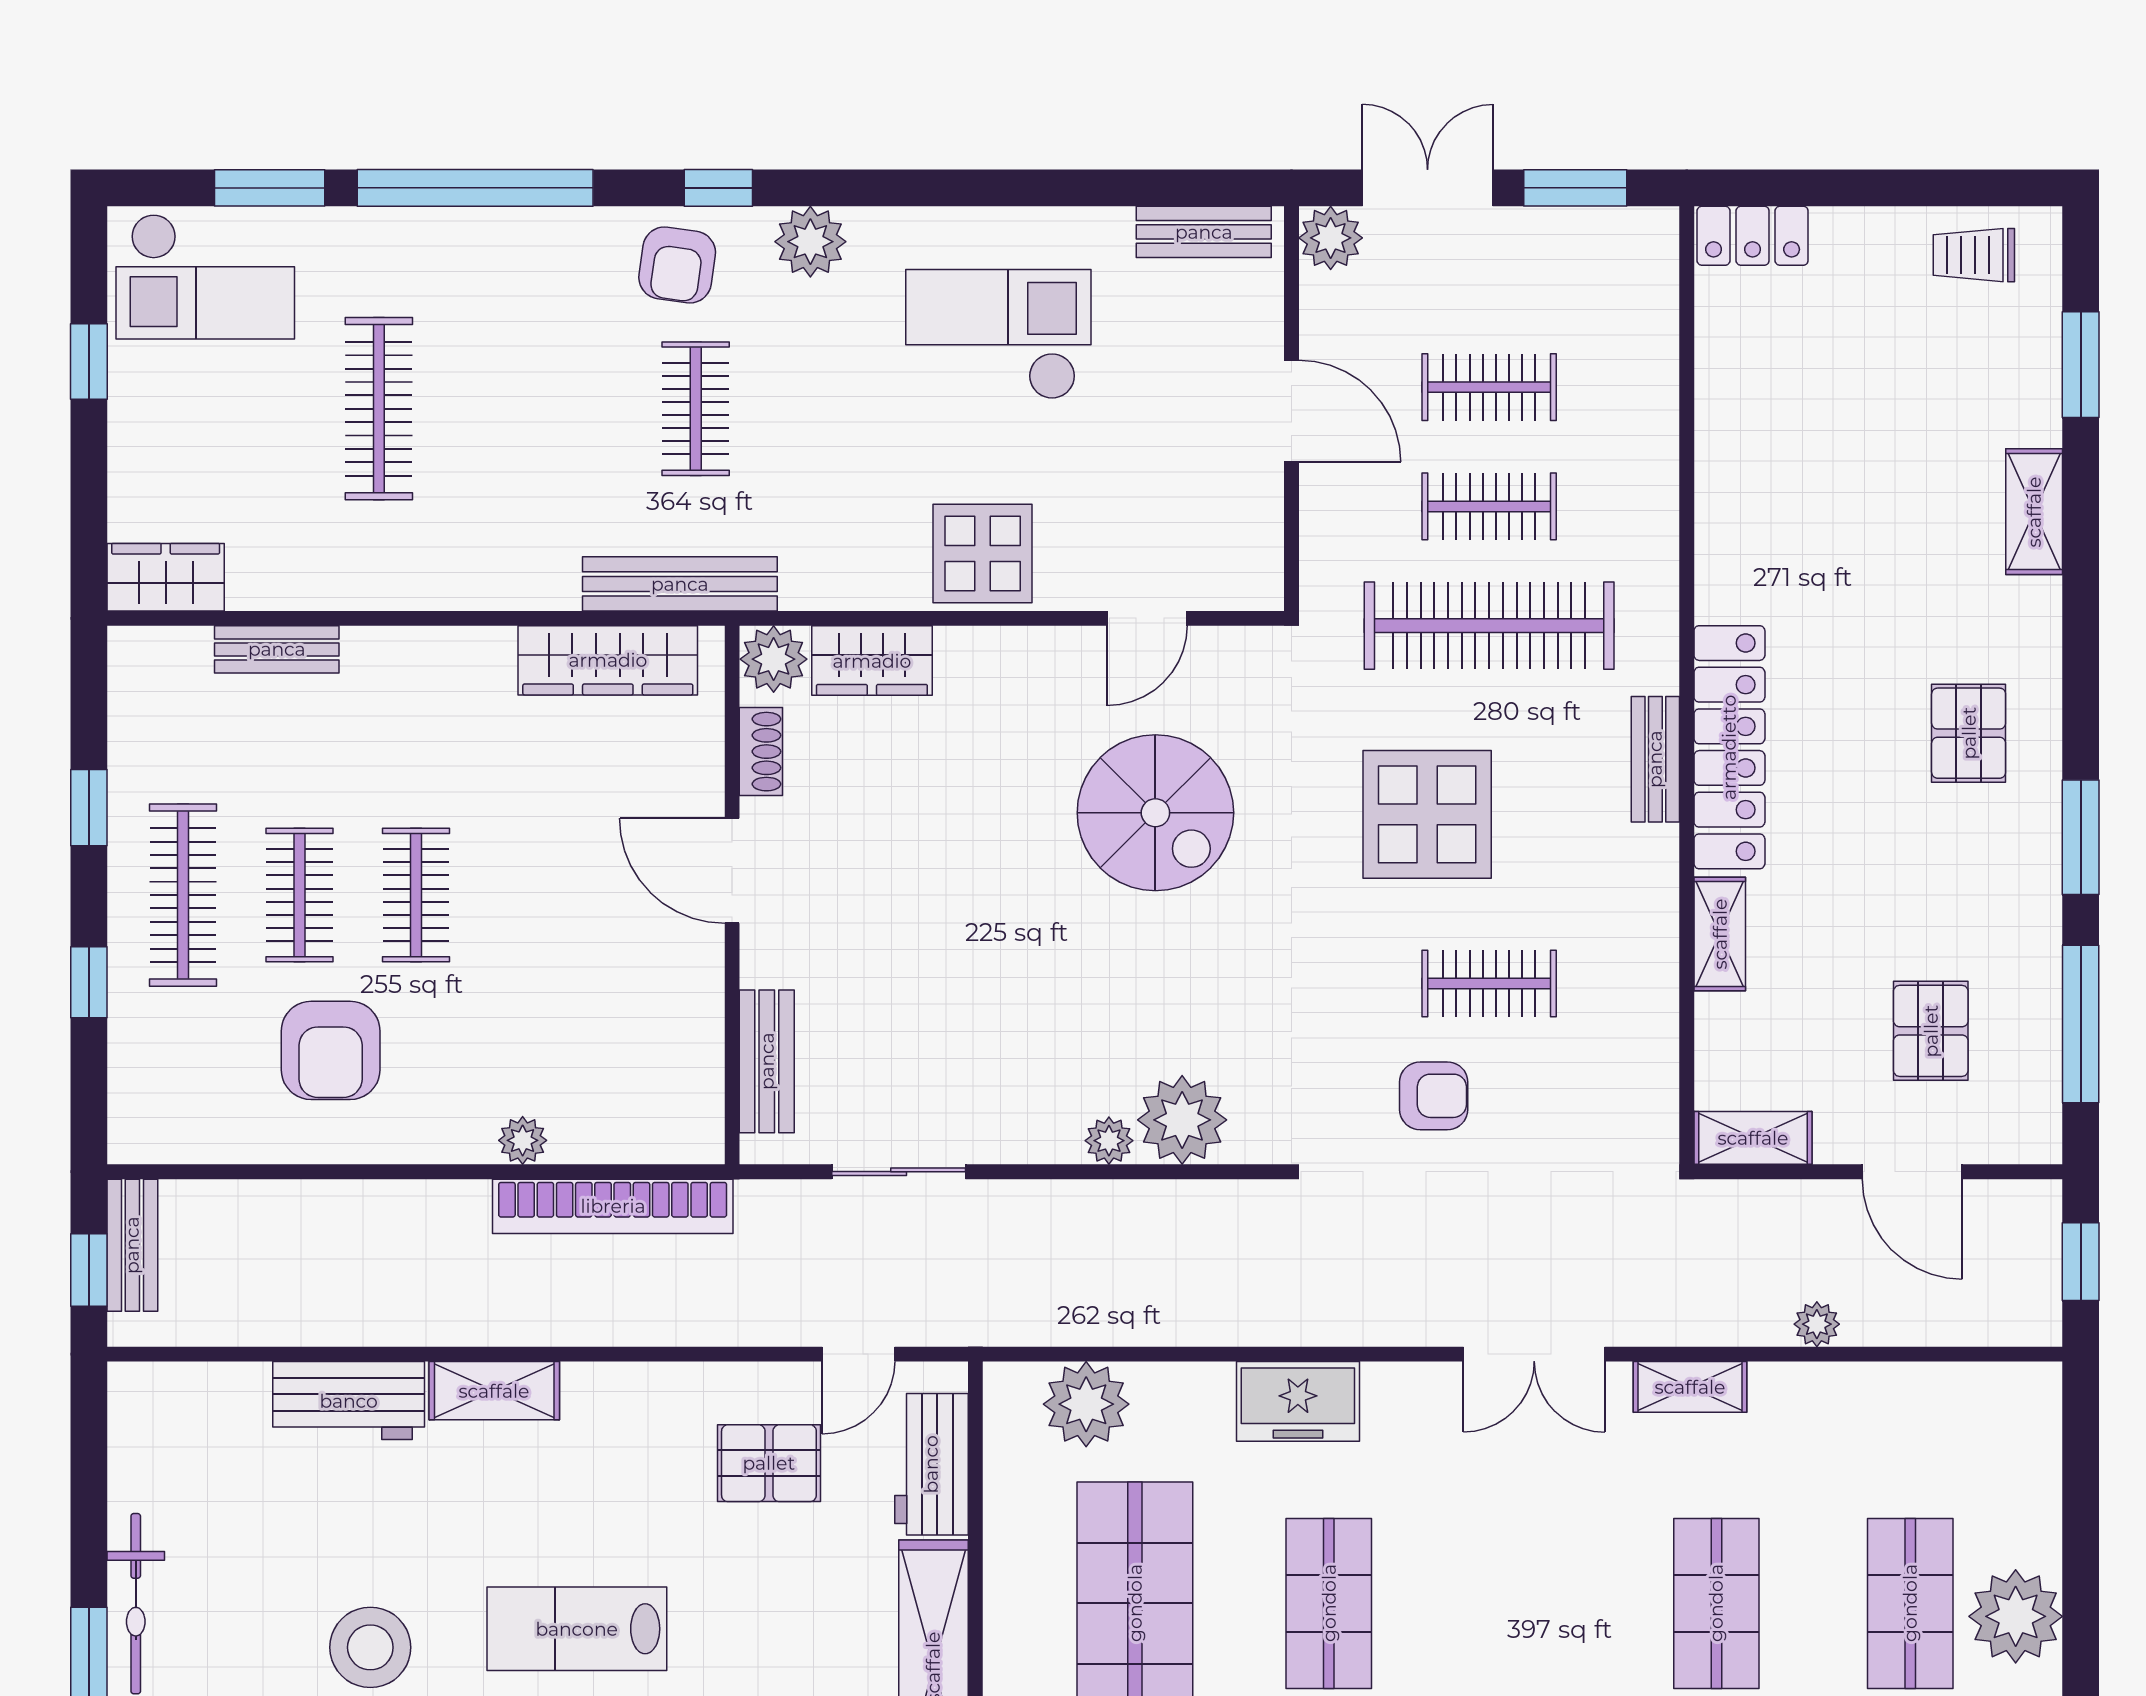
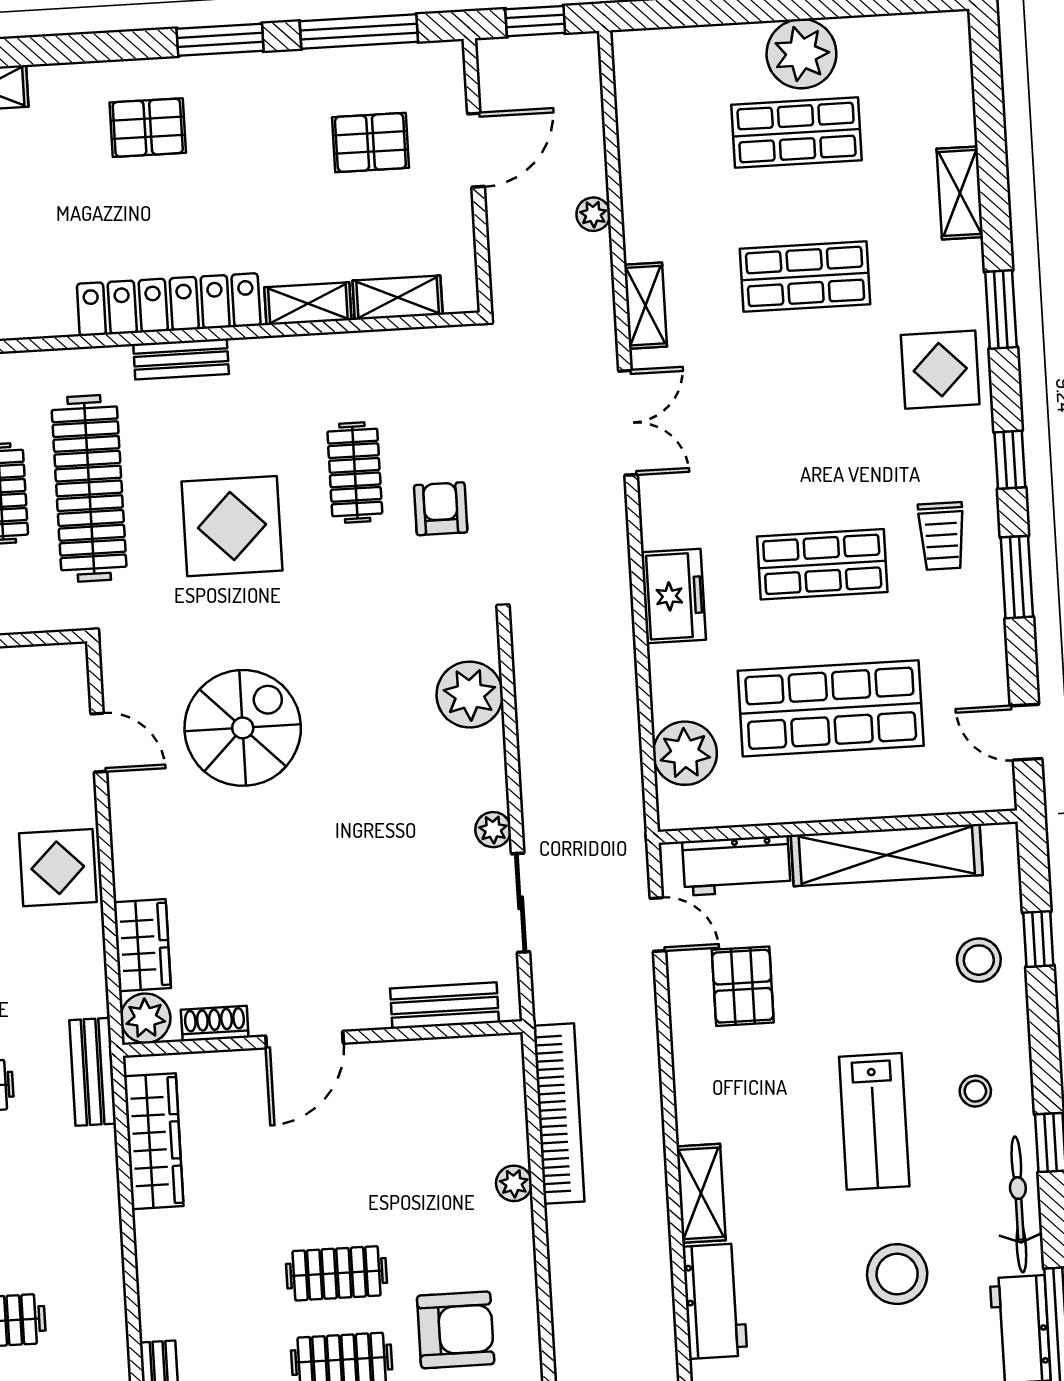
bench: (680, 584) -> (93, 1072), width x0.73
shelving: (1753, 1138) -> (398, 298), moved, turned 90
plant: (1109, 1141) -> (493, 830), moved

